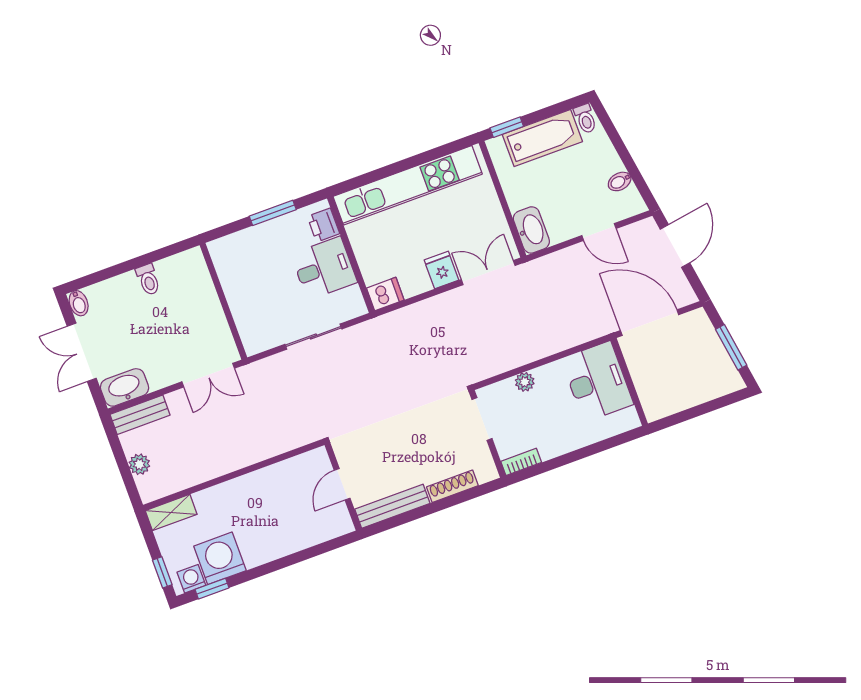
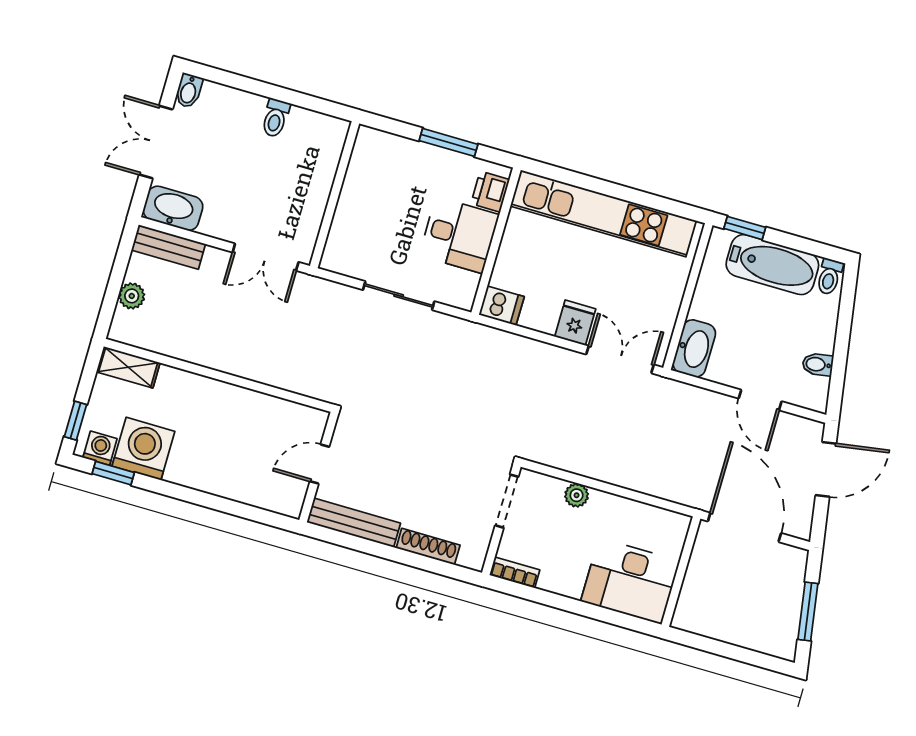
desk: (597, 381) -> (630, 581), moved, turned 90

